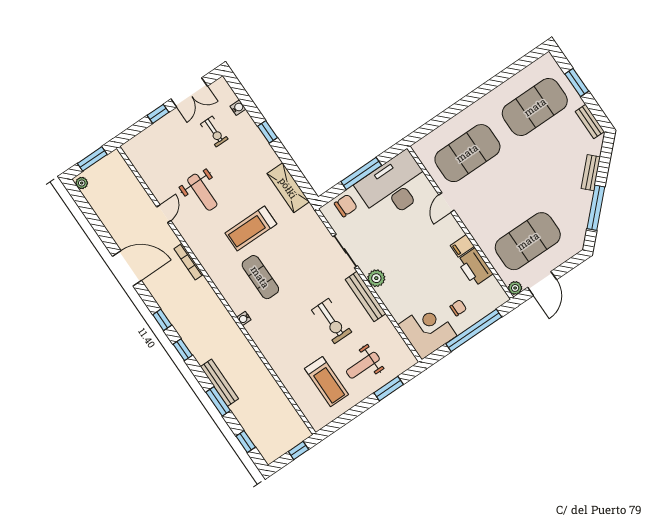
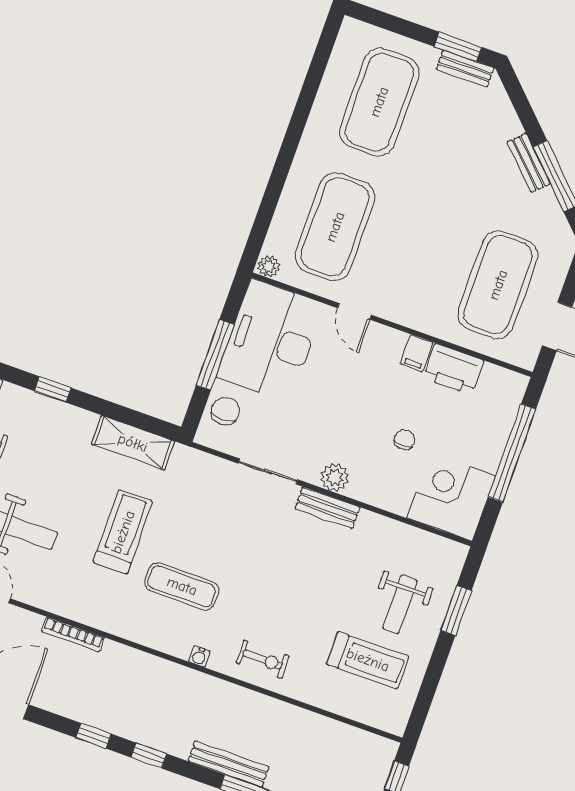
window: (577, 83) -> (458, 47), moved
bench: (591, 173) -> (529, 163), moved
treadmill: (251, 229) -> (123, 532), turned 180
plant: (515, 288) -> (269, 266), moved
bench: (366, 296) -> (327, 508), width x0.73
chair: (458, 308) -> (405, 440), moved
exercise bike: (332, 321) -> (263, 659), moved, width x0.73, depth x0.72

